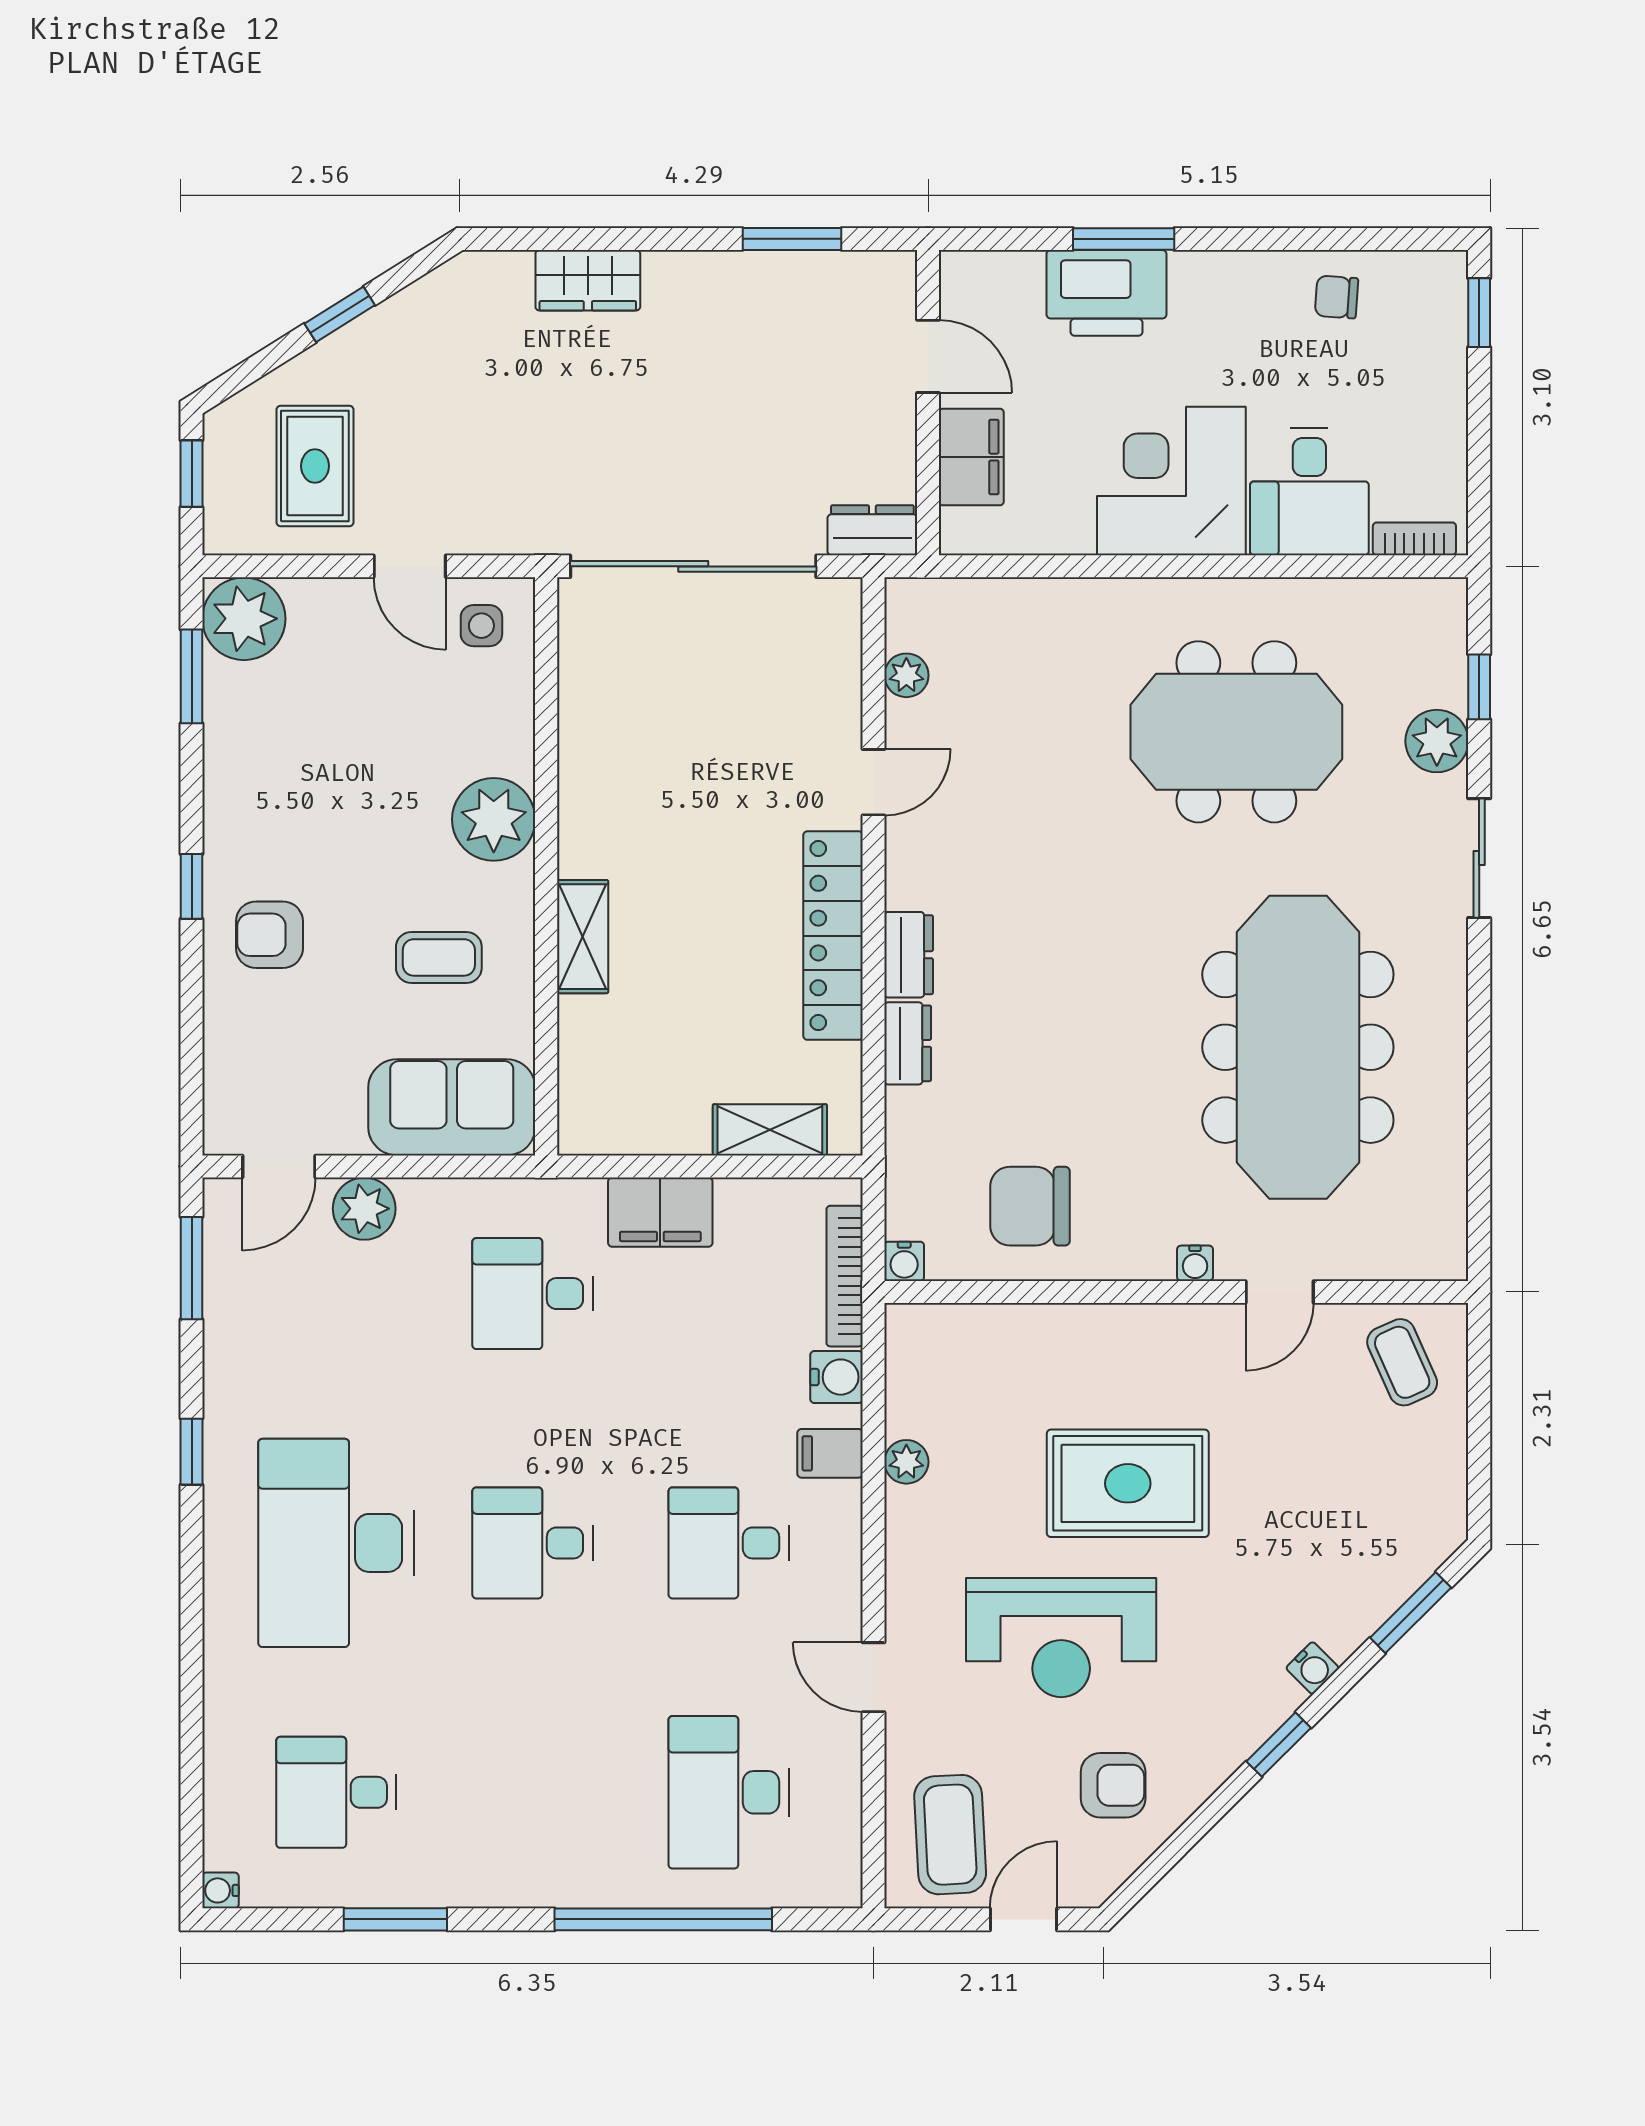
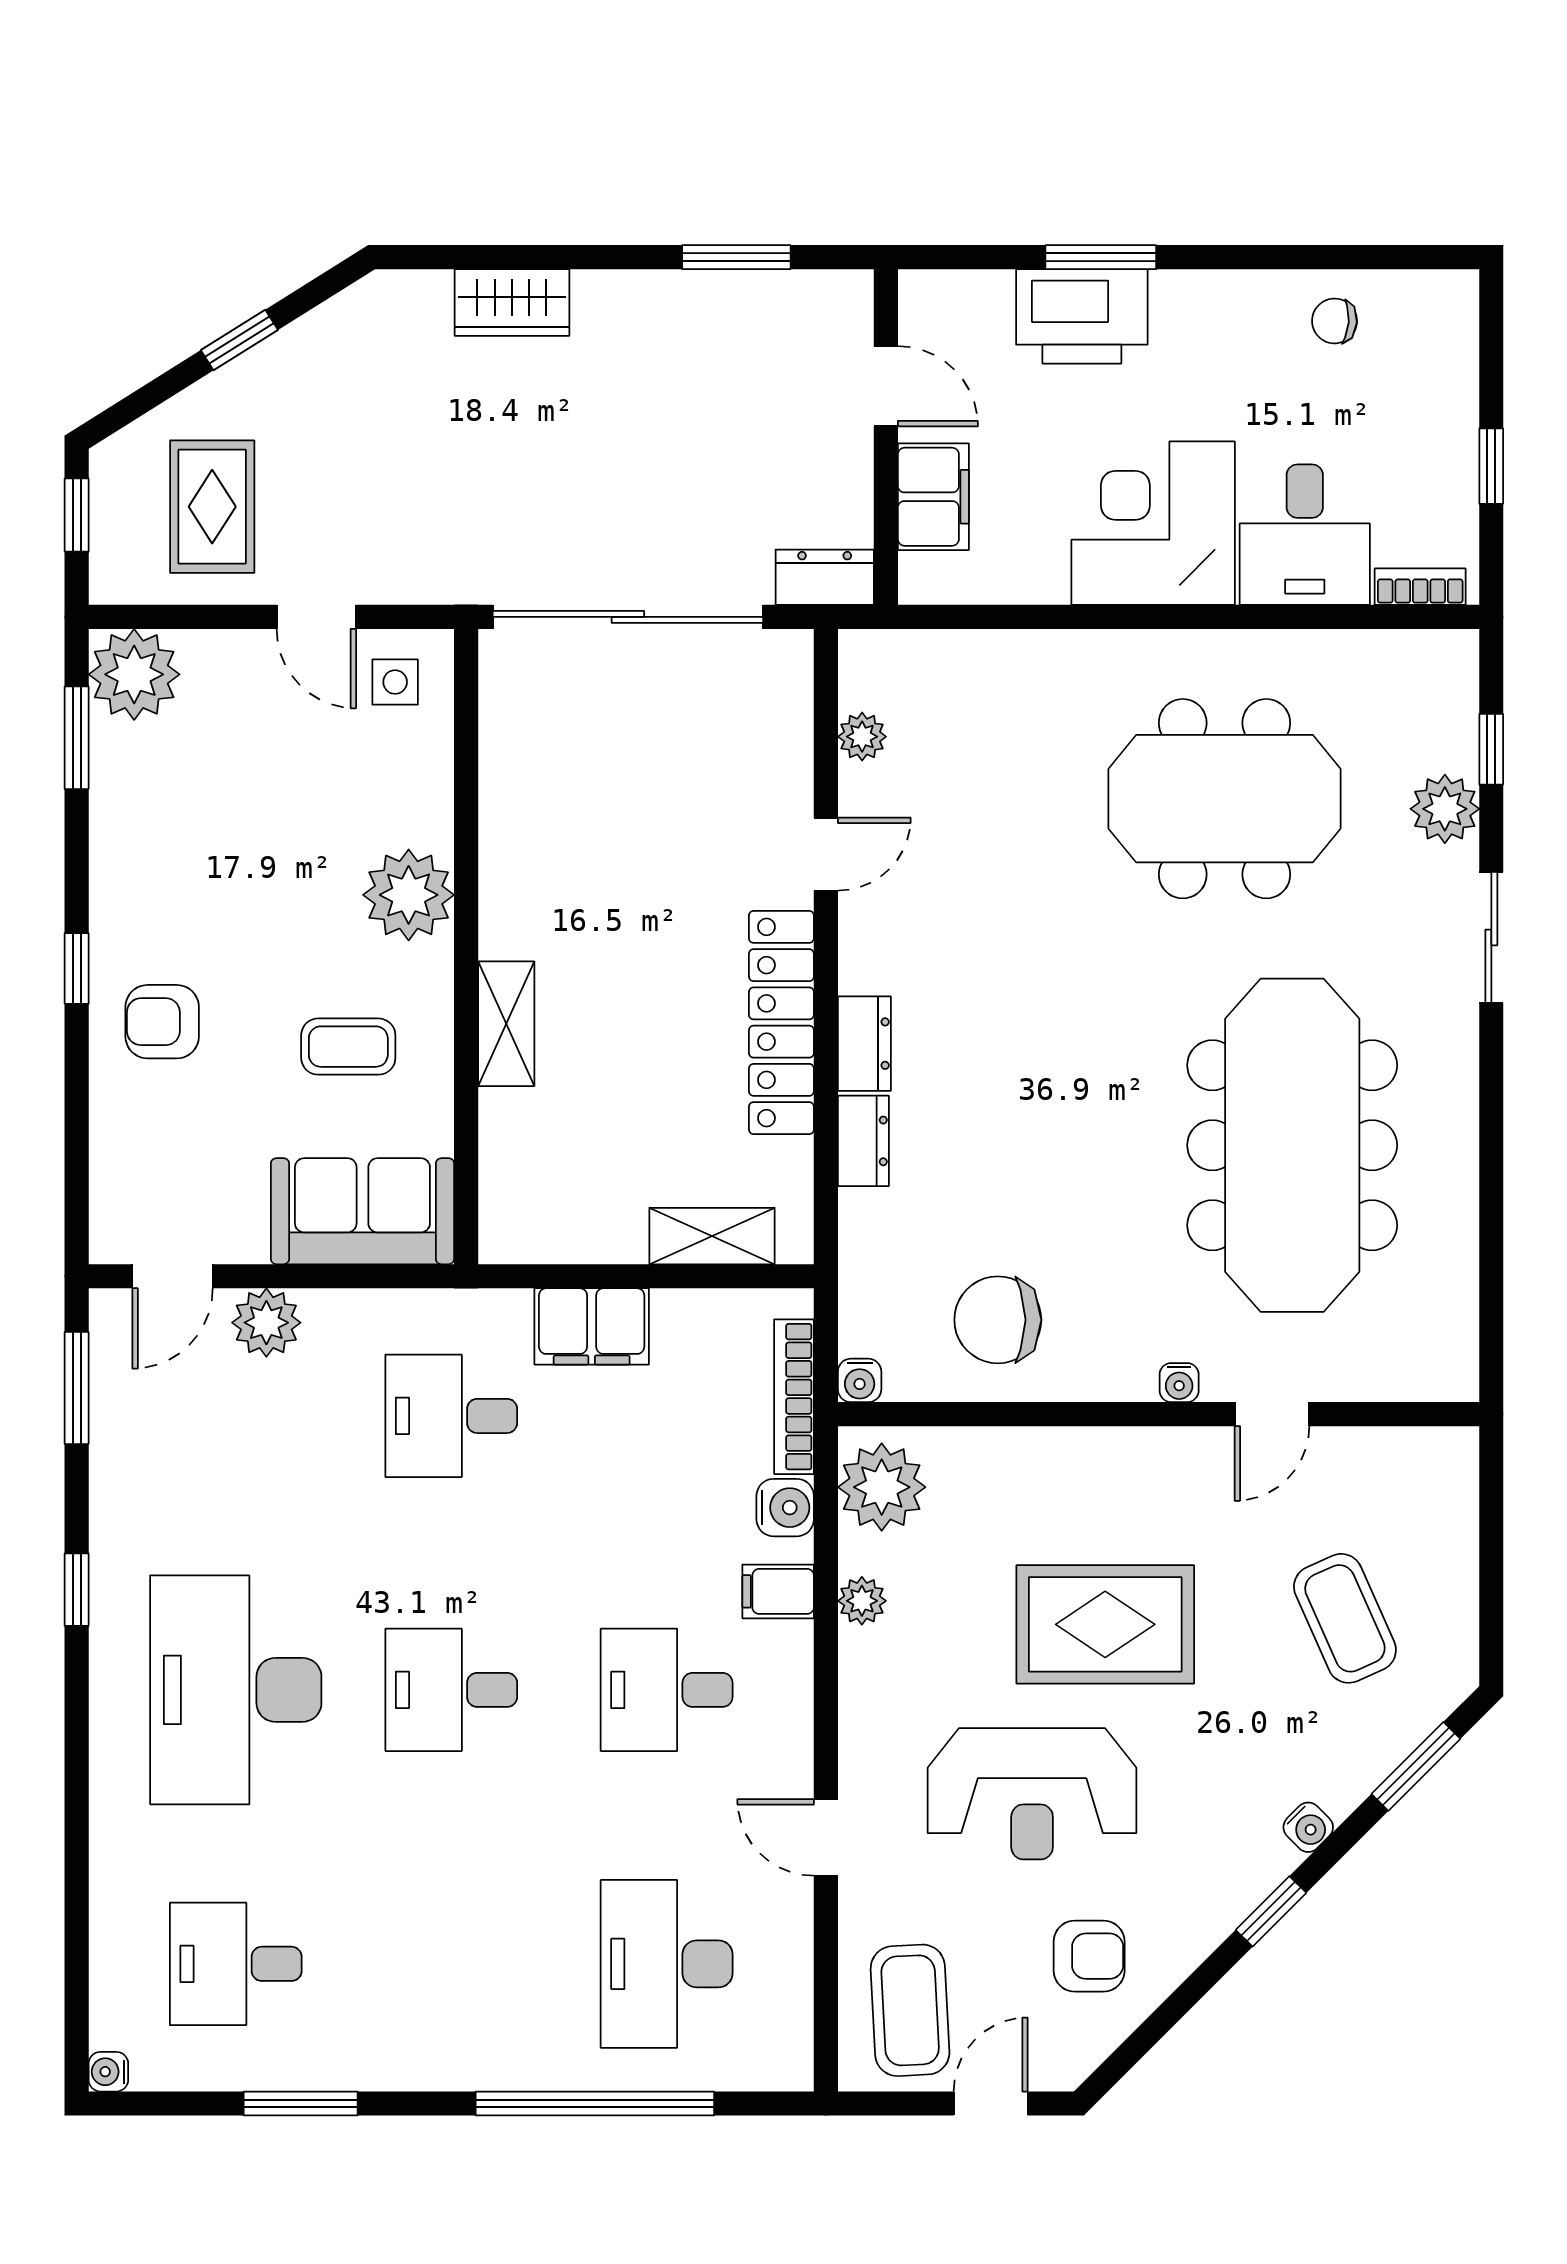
window: (1479, 313) -> (1491, 466), moved
plant: (924, 1358) -> (882, 1487), added
coffee table: (1402, 1362) -> (1345, 1618), moved, width x1.36, depth x1.30

